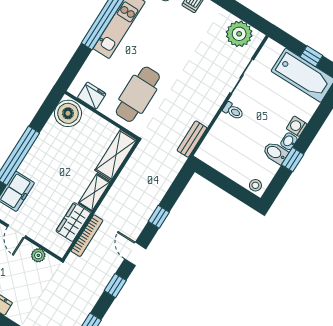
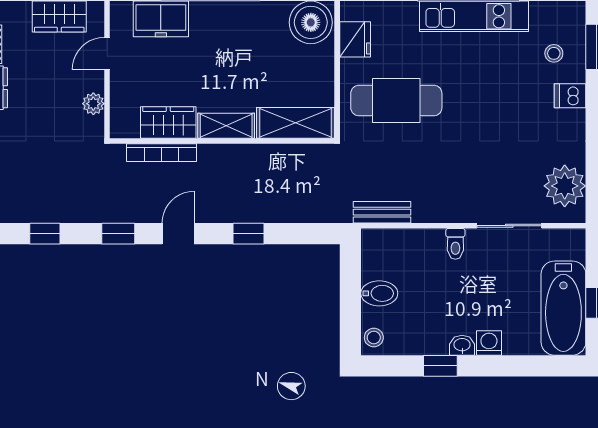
bidet: (275, 153) -> (379, 293), moved, turned 90

